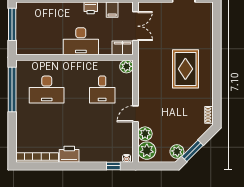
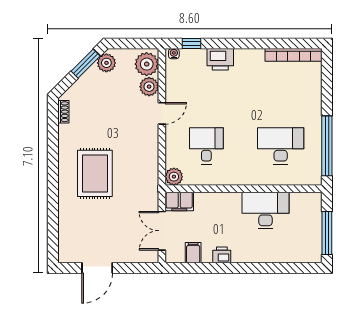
desk: (81, 41) -> (265, 210), moved
printer: (69, 154) -> (220, 59), moved

